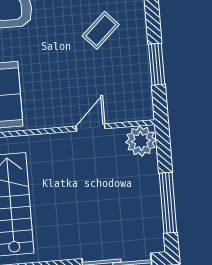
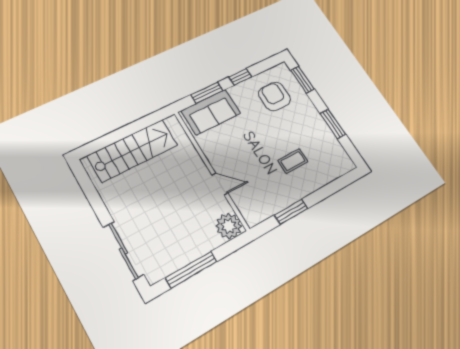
coffee table: (101, 30) -> (293, 161), turned -47

